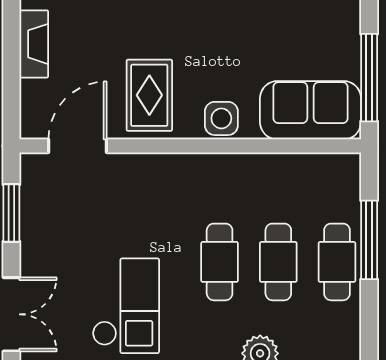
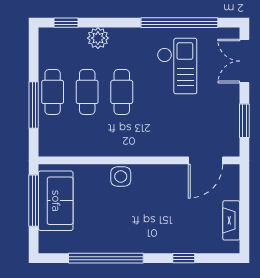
rug: (149, 95) -> (163, 190), removed
sofa: (311, 110) -> (56, 201), moved, turned -90
checkout: (126, 306) -> (177, 66), turned 180

